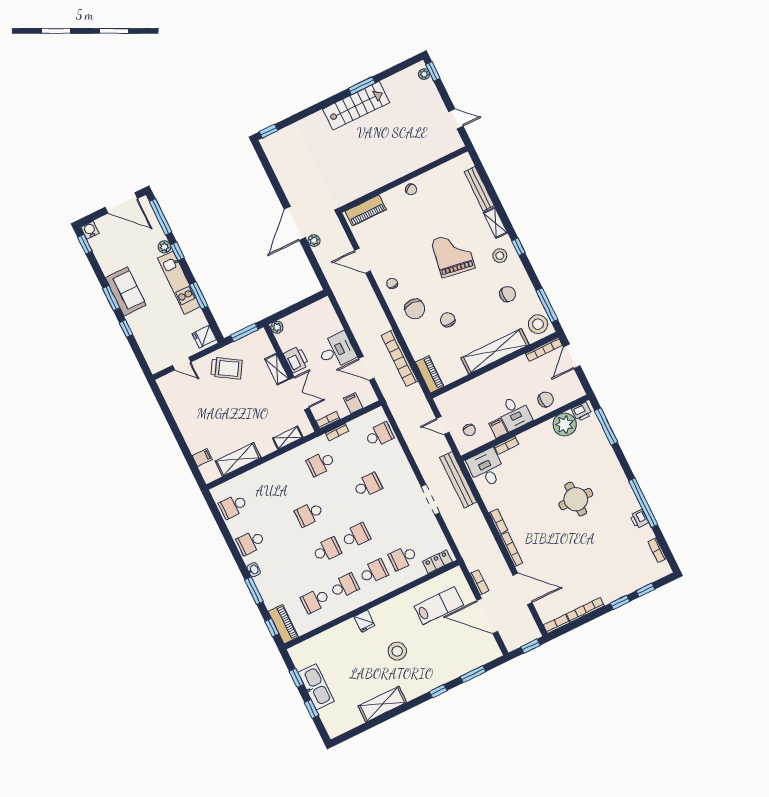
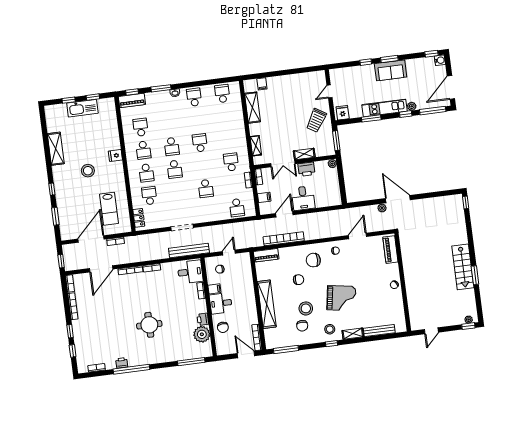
stool: (538, 324) -> (306, 308), moved
printer: (582, 412) -> (203, 319), moved

